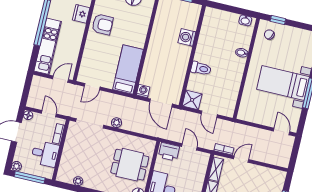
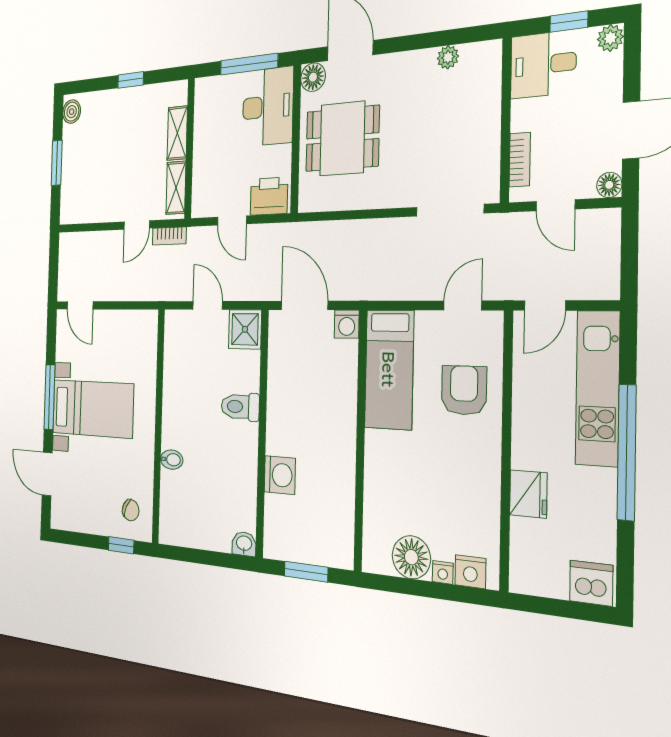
washbasin: (245, 20) -> (244, 544), moved
armchair: (102, 24) -> (464, 390), moved, turned 90
plant: (117, 123) -> (389, 230), removed
desk: (45, 154) -> (543, 64), moved
window: (30, 177) -> (569, 22), width x0.46

